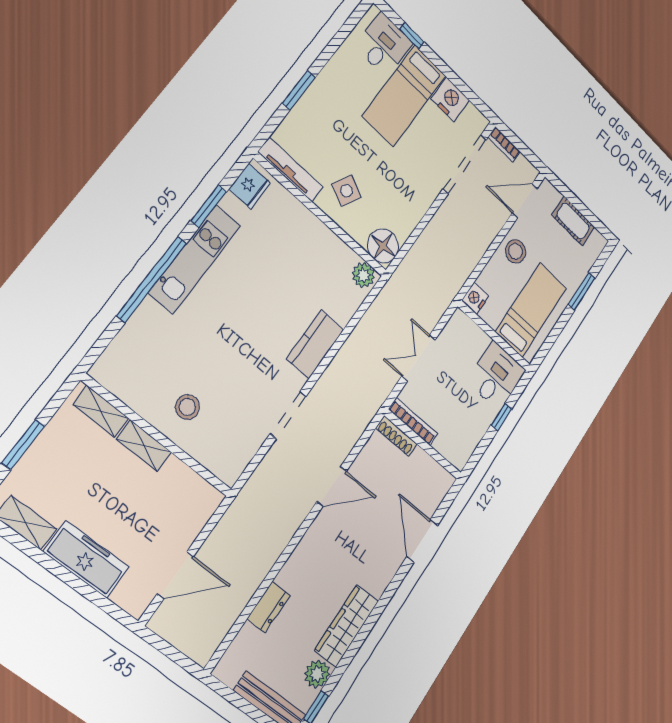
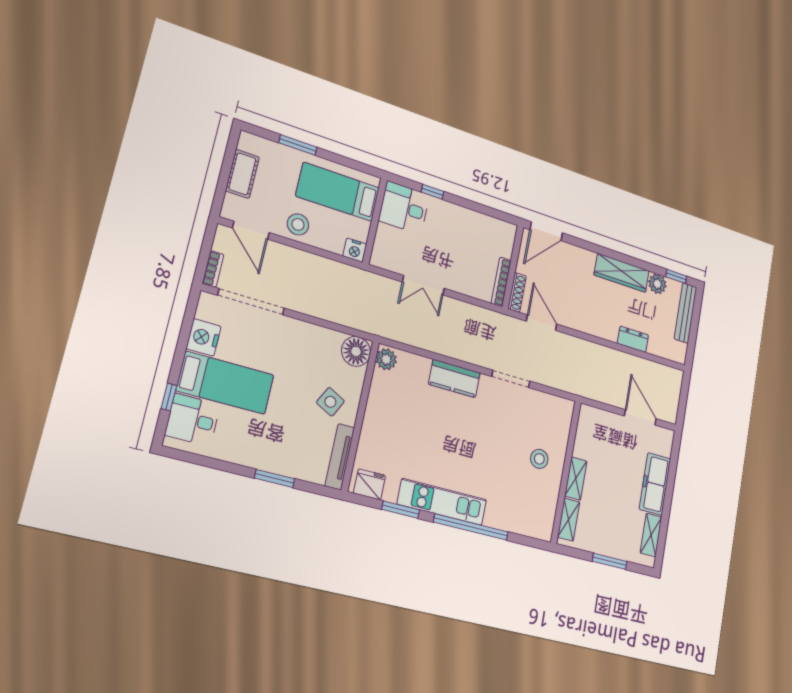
bookcase: (413, 421) -> (501, 282), moved
shoe rack: (396, 436) -> (517, 292), moved
wall: (423, 444) -> (513, 267), moved

